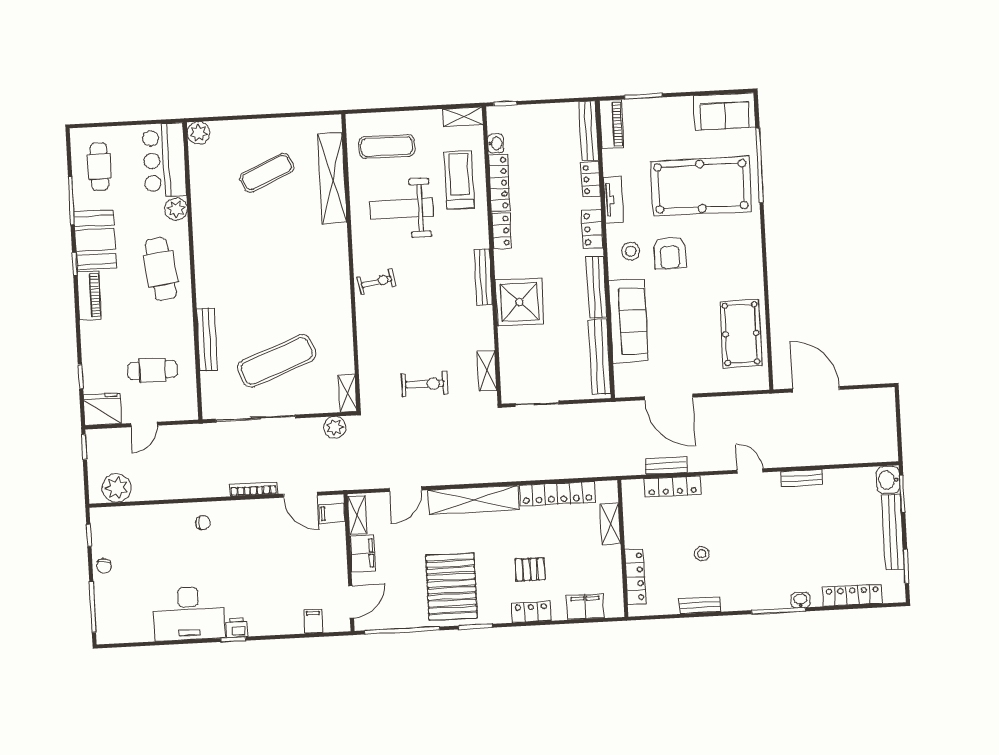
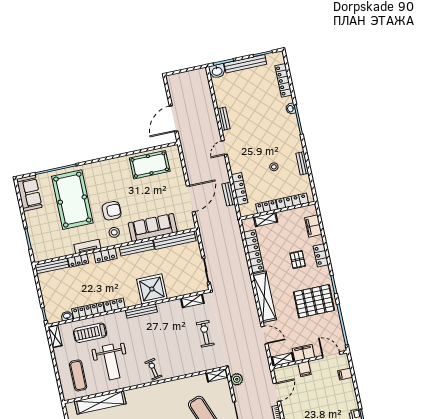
piano: (611, 124) -> (46, 254), removed
filing cabinet: (332, 513) -> (305, 369), moved
locker: (633, 529) -> (267, 207), added

